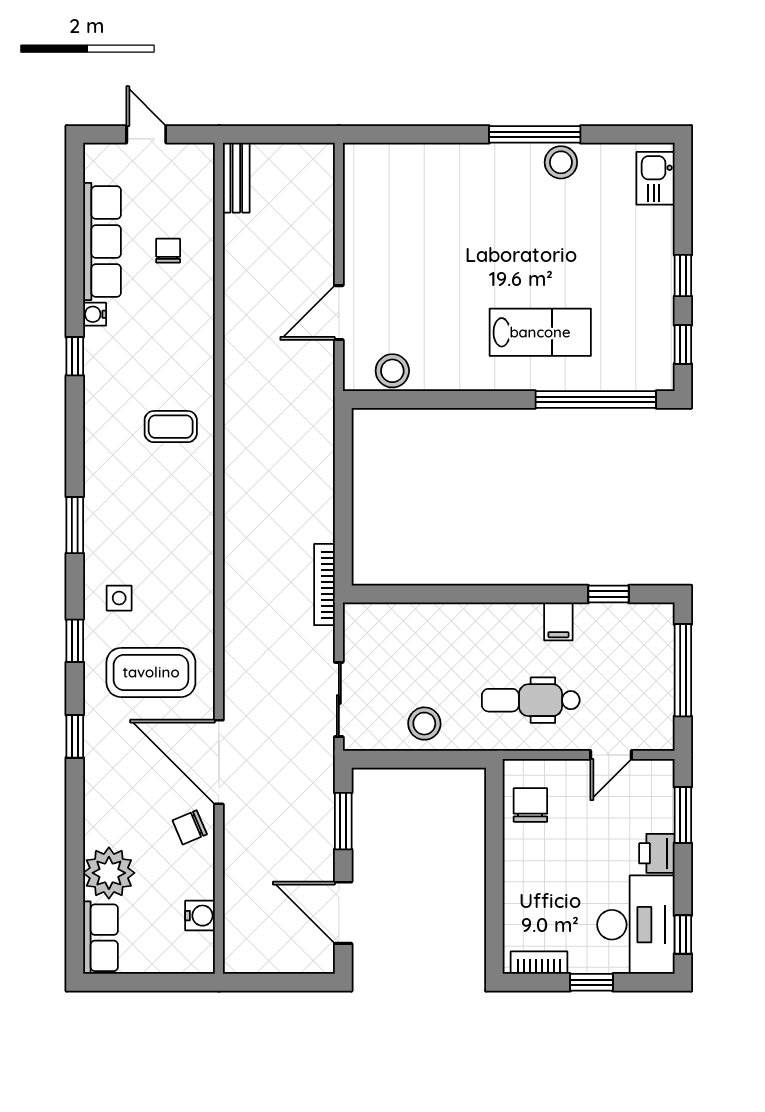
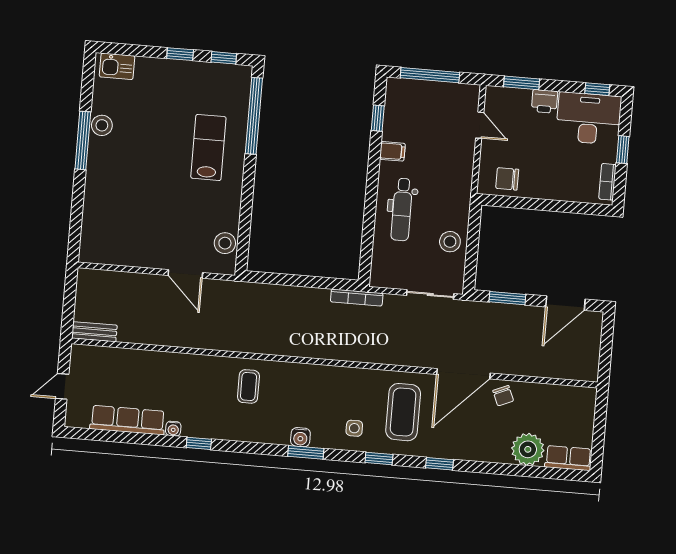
chair: (168, 251) -> (137, 379), removed
dental chair: (531, 700) -> (402, 209), moved
water cooler: (200, 916) -> (300, 437), moved, turned 180

